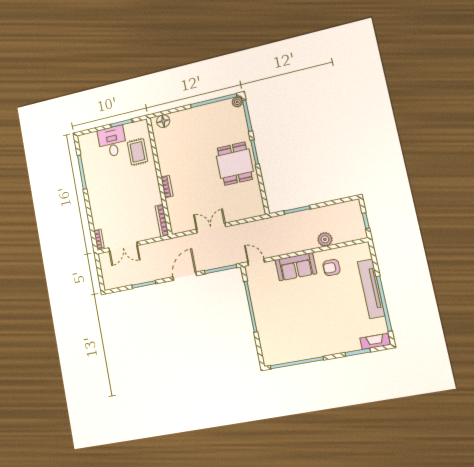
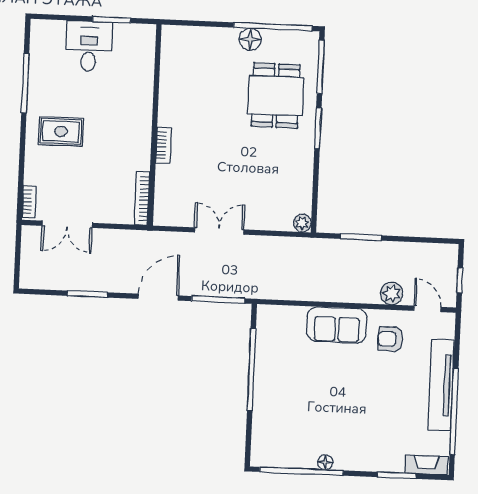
plant: (237, 102) -> (302, 223), moved
floor lamp: (163, 121) -> (250, 39), moved
rug: (137, 152) -> (61, 131), moved, turned 90
dining table: (235, 164) -> (276, 96), moved
door: (256, 262) -> (427, 309), moved
floor lamp: (310, 354) -> (325, 462), added

